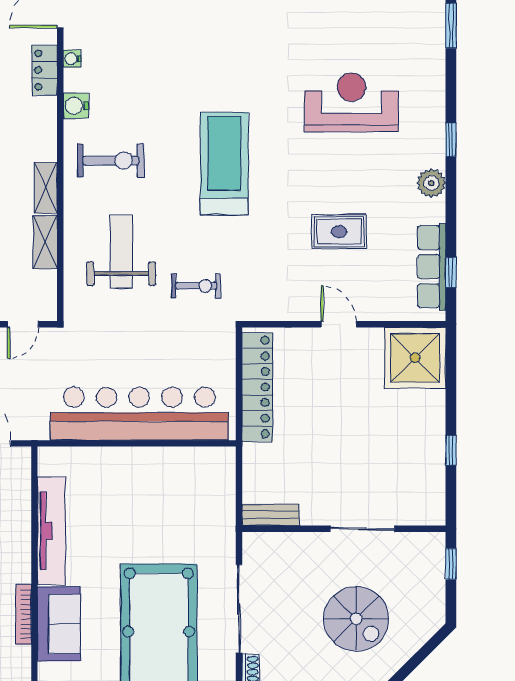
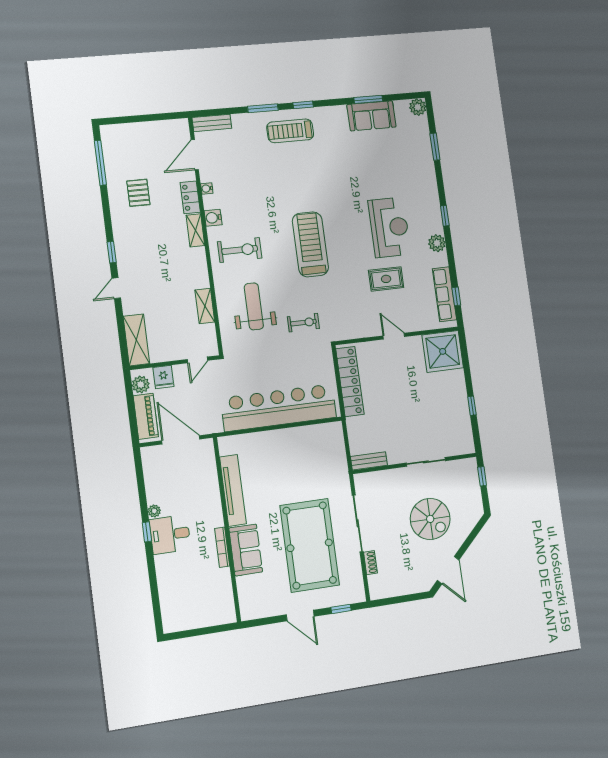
reception desk: (351, 102) -> (389, 227), moved, turned 90
shelving: (46, 188) -> (195, 230), moved

